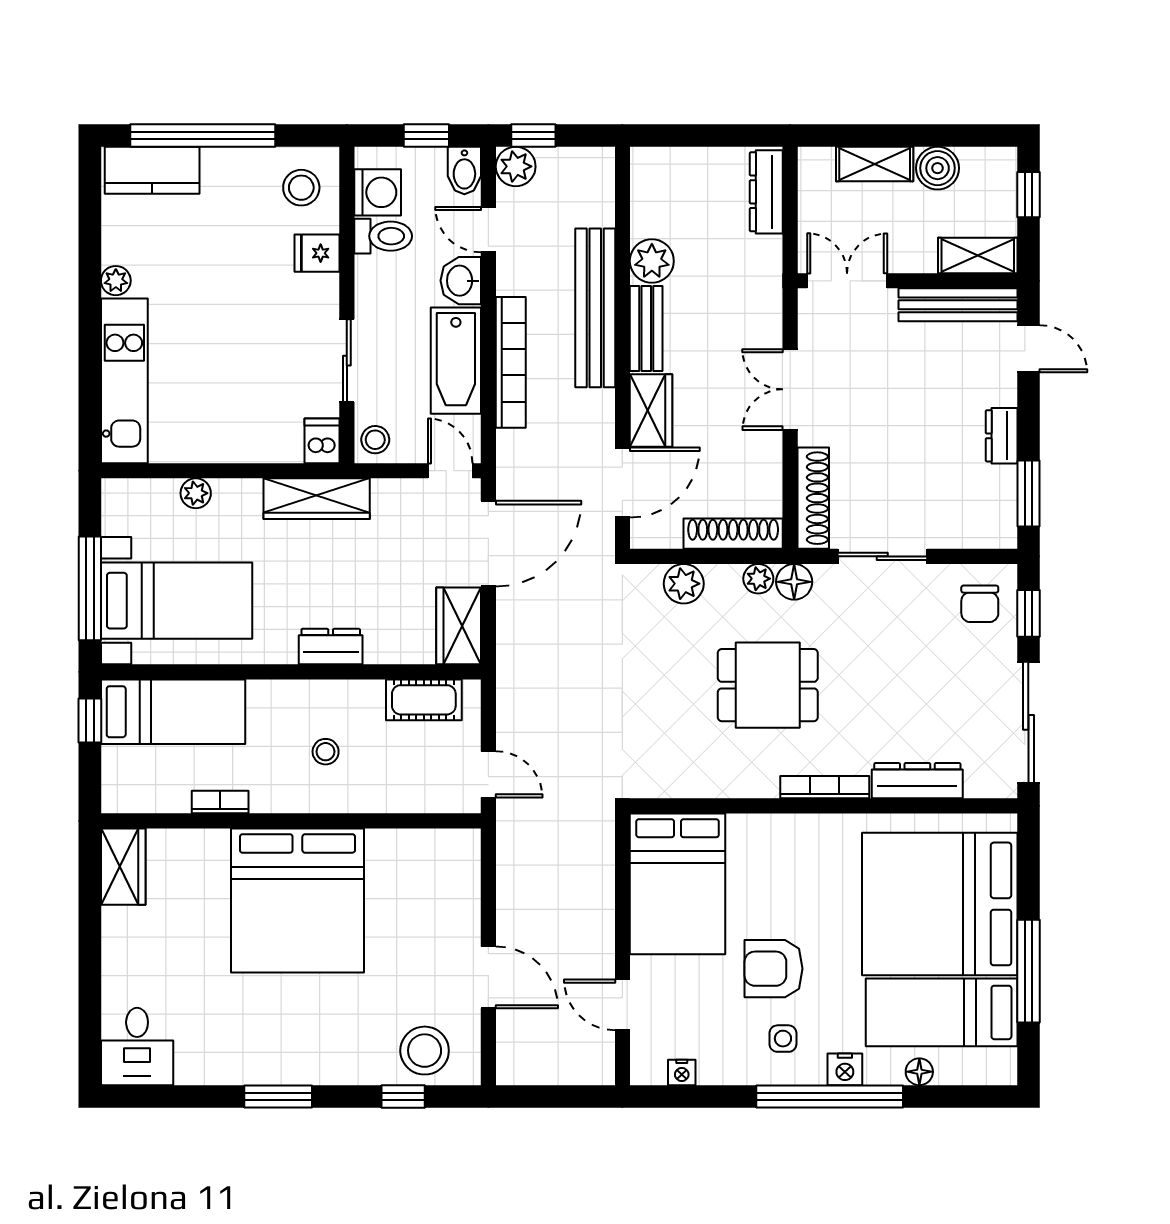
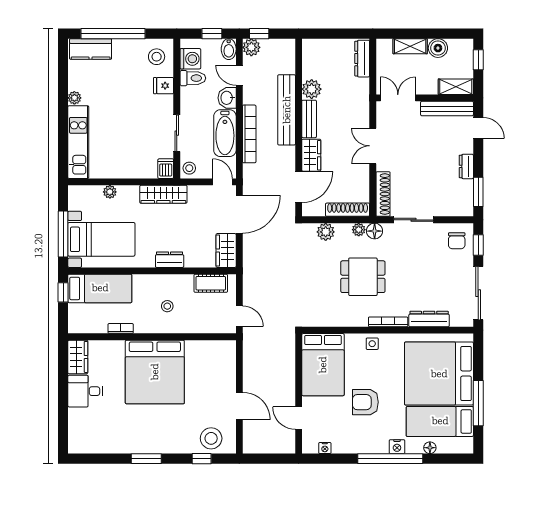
side table: (783, 1039) -> (372, 344), moved
desk: (137, 1046) -> (85, 391), moved, turned 90

